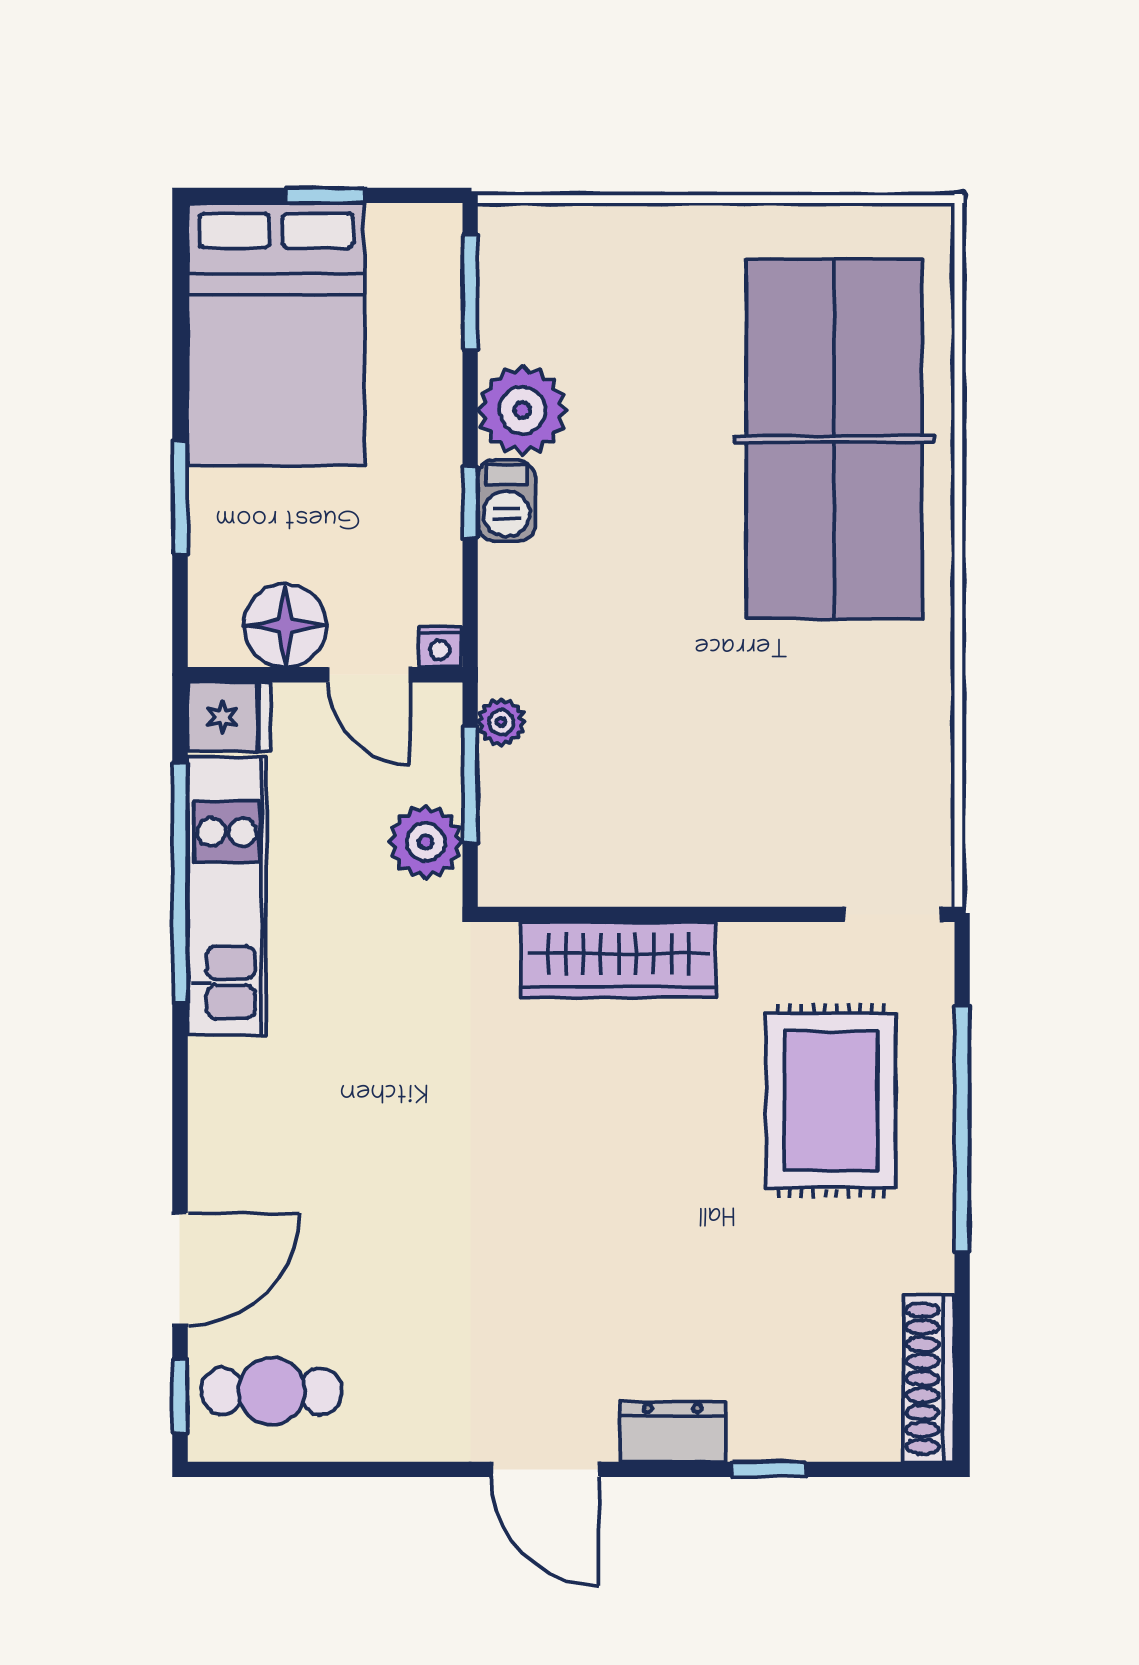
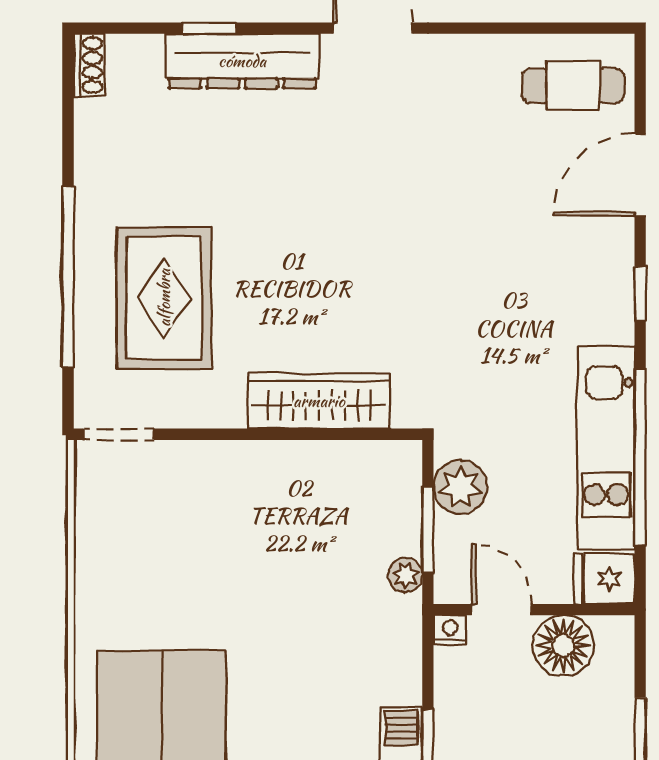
shoe rack: (929, 1378) -> (89, 65), width x0.51, depth x0.81
window: (180, 1396) -> (640, 293), moved
dresser: (673, 1432) -> (242, 61), width x1.96, depth x1.24

